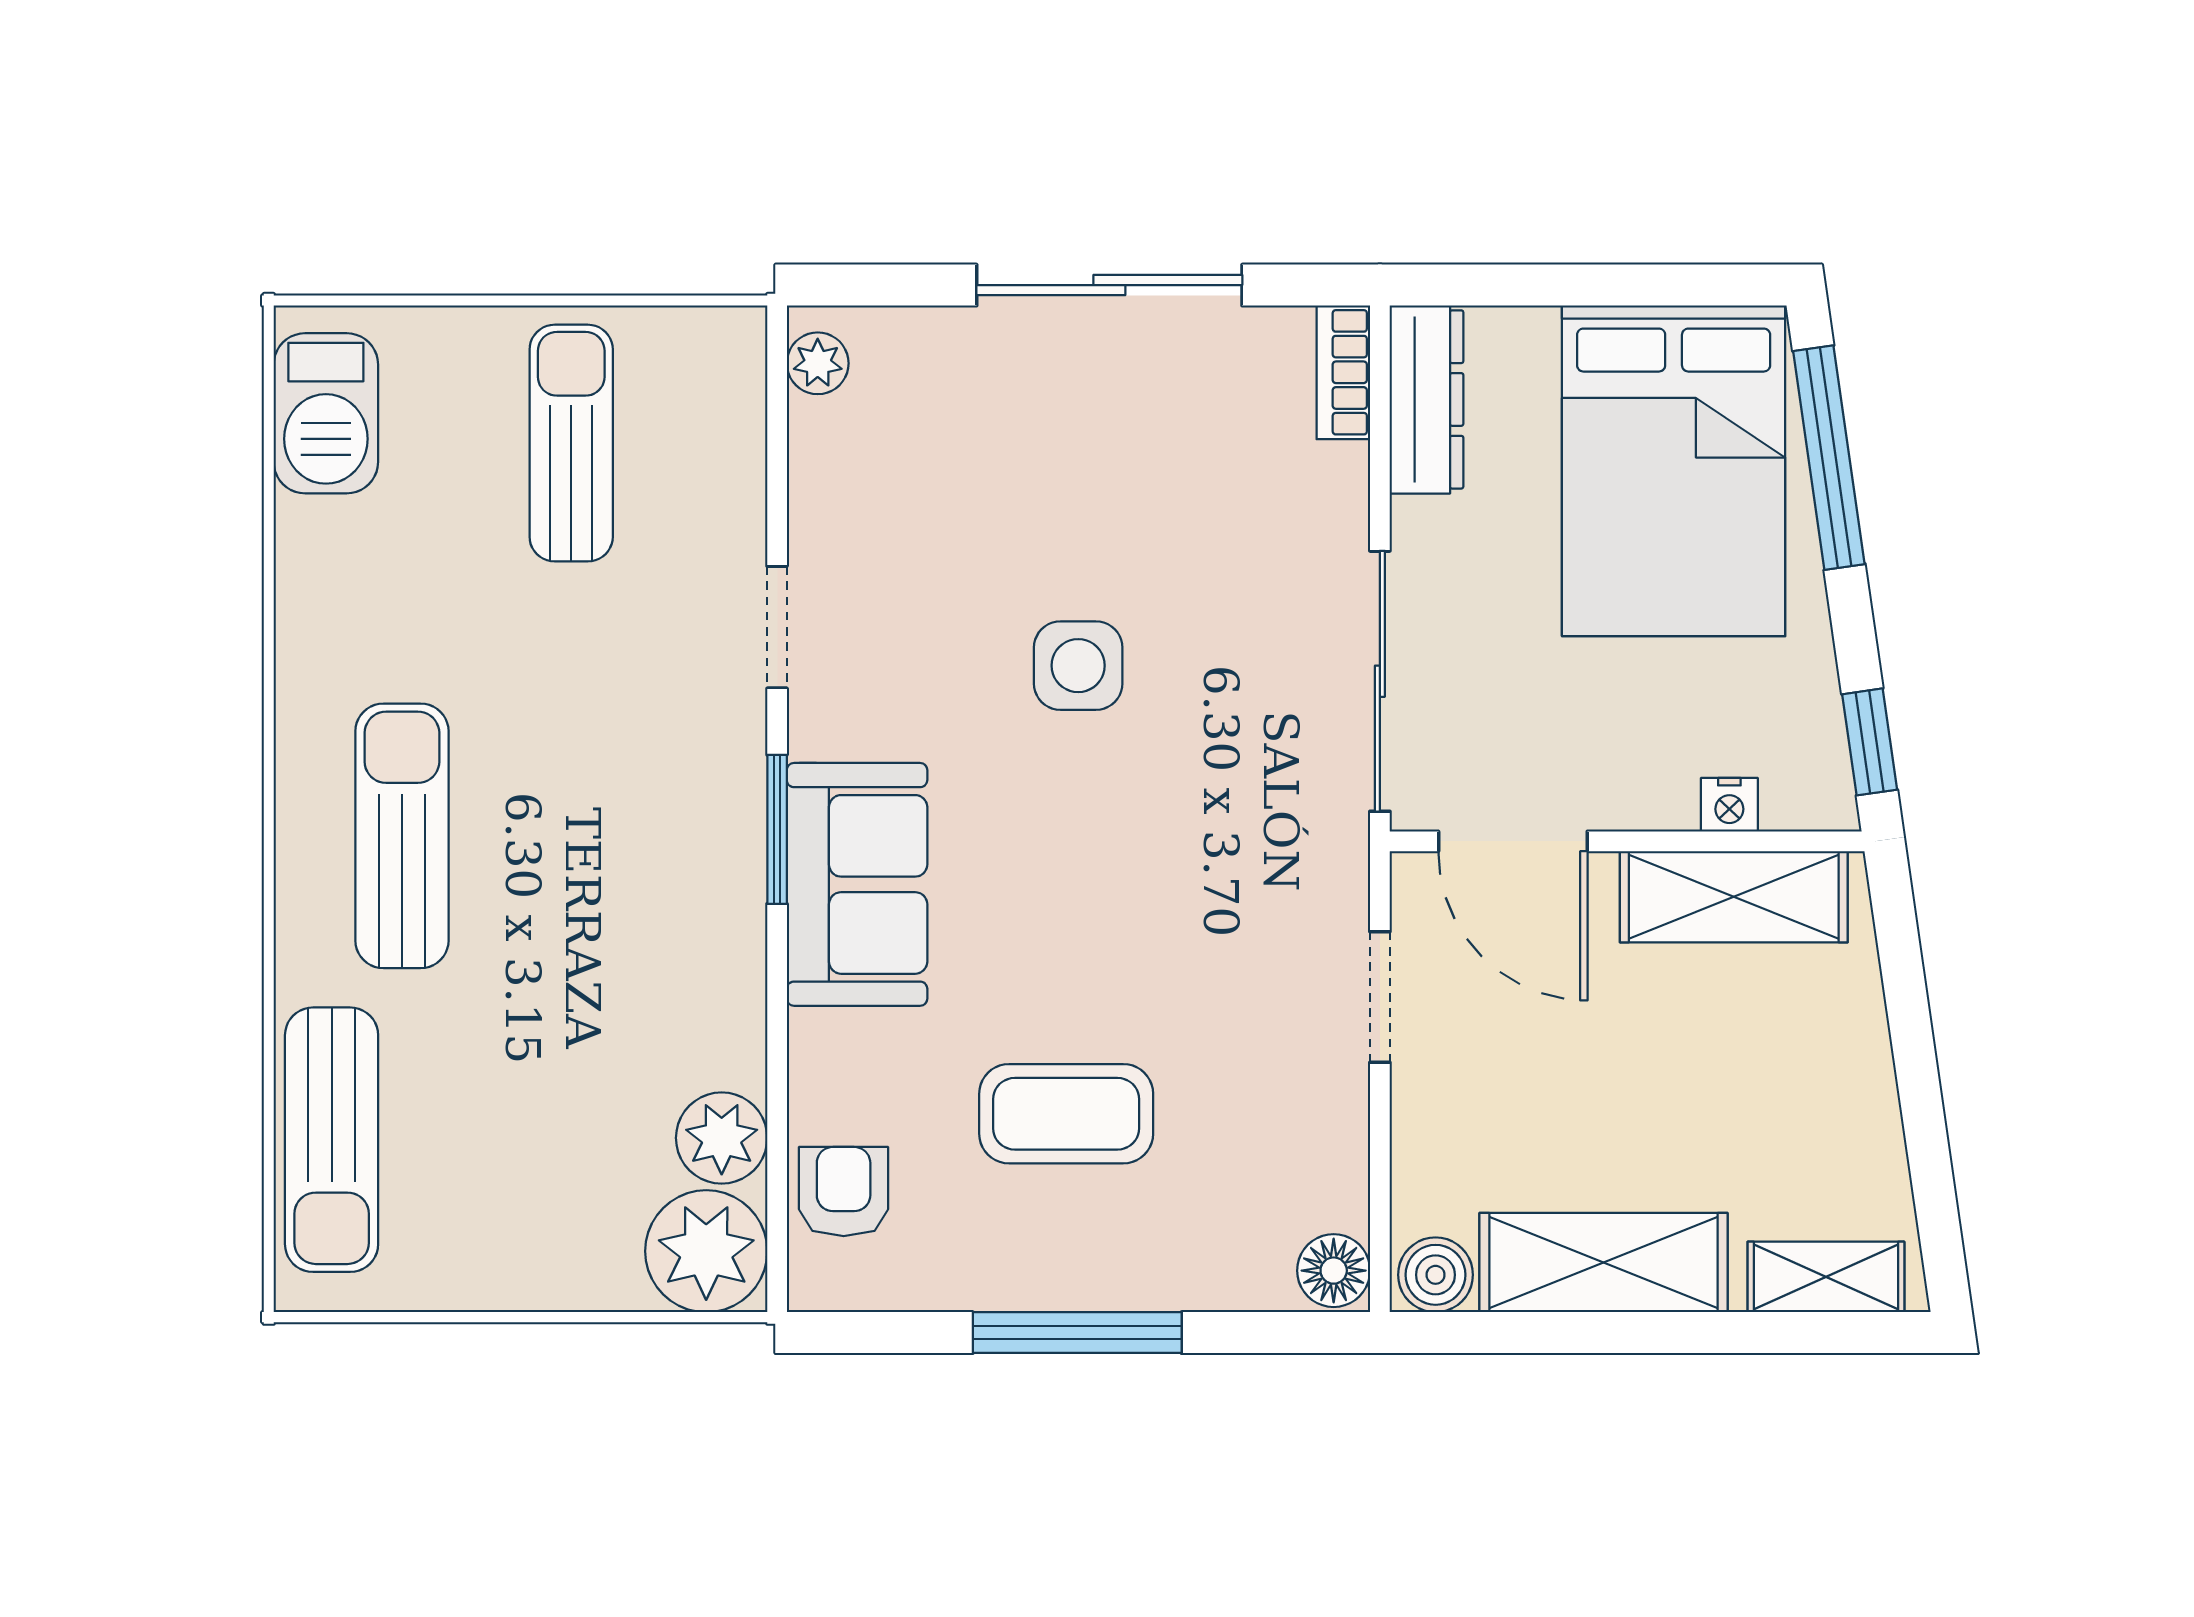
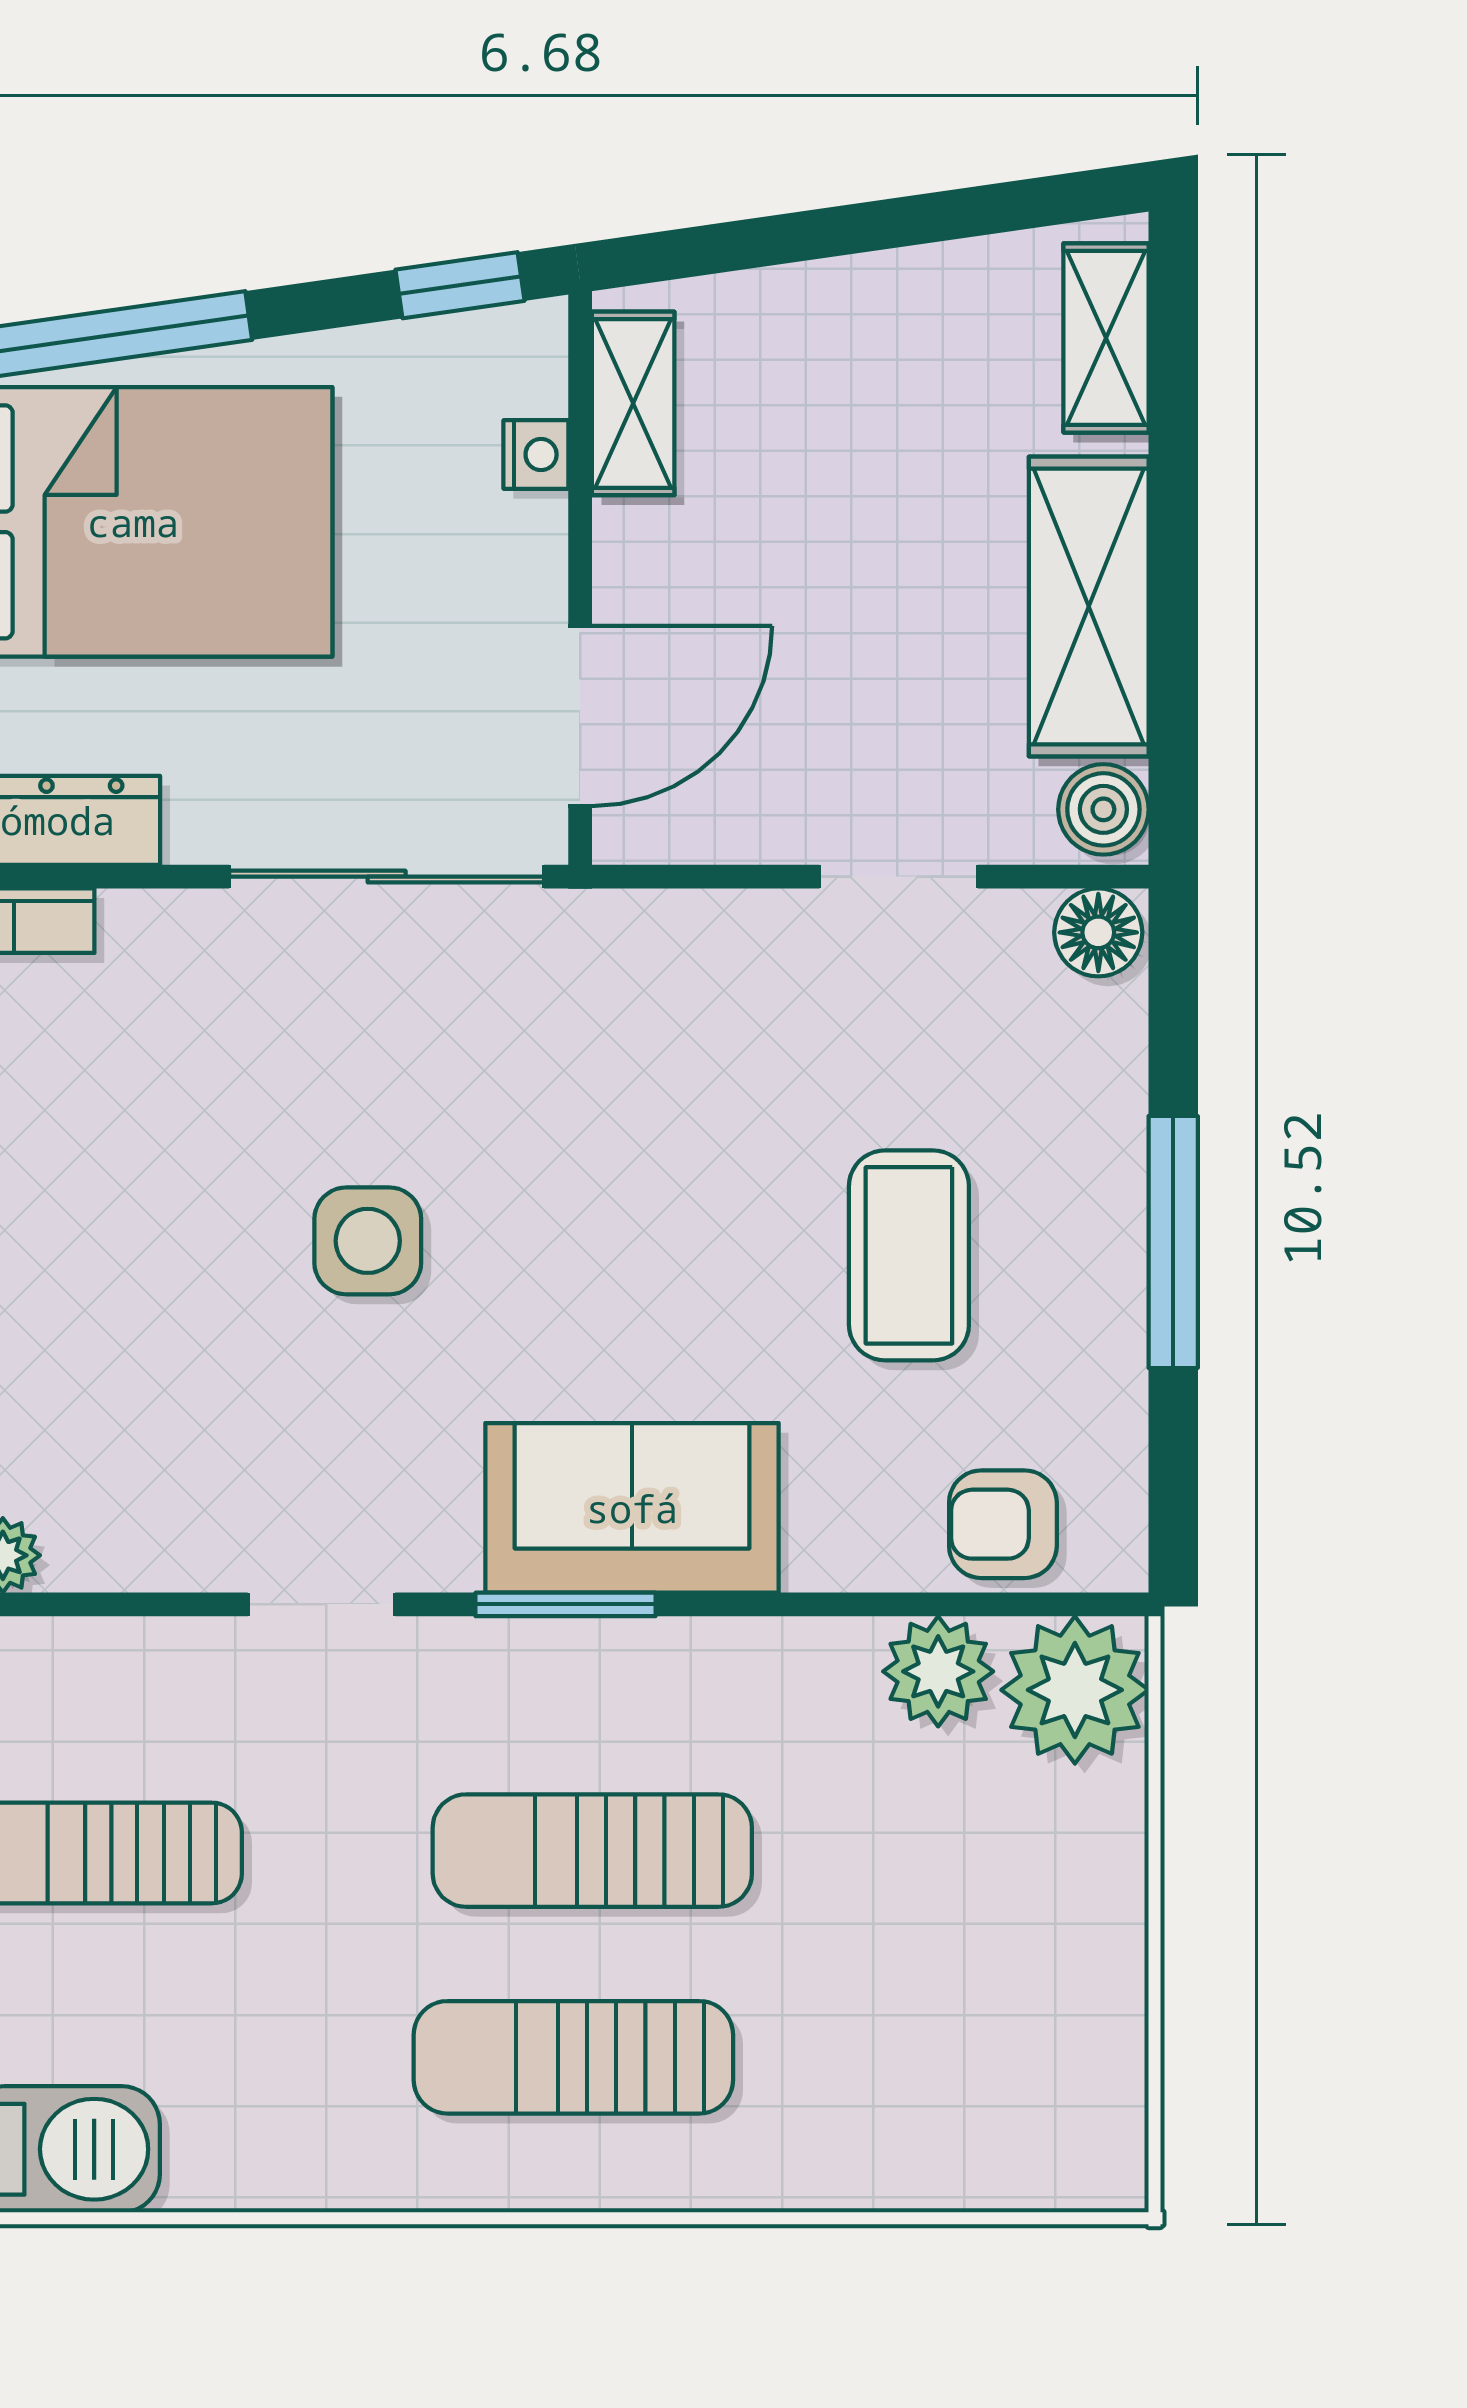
shelving: (1734, 897) -> (633, 403), width x0.67, depth x0.75
doorway: (1380, 997) -> (899, 877), moved
sun lounger: (332, 1140) -> (592, 1851), moved, turned 180

